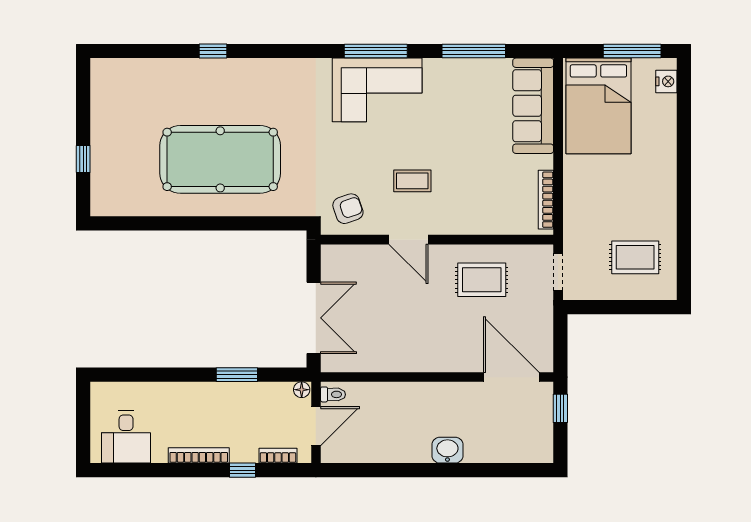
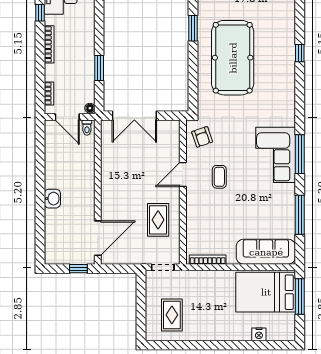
window: (632, 51) -> (300, 297), moved
nightstand: (666, 81) -> (259, 334), moved
window: (173, 223) -> (193, 28), added
window: (242, 470) -> (40, 13), moved

